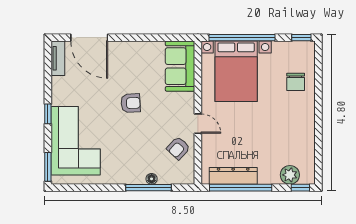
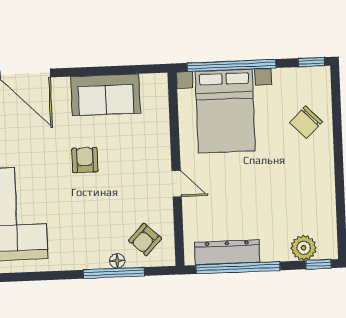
sofa: (180, 66) -> (106, 95), moved, turned -90
chair: (296, 82) -> (306, 122), turned 46
armchair: (131, 103) -> (85, 160), turned -87
armchair: (178, 148) -> (145, 239), moved

